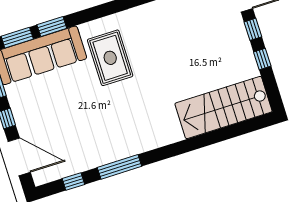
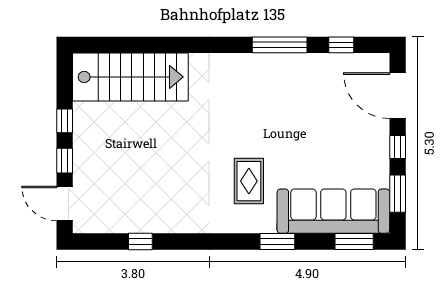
window: (52, 27) -> (277, 241), moved
rug: (110, 58) -> (249, 181), width x0.73, depth x0.70

